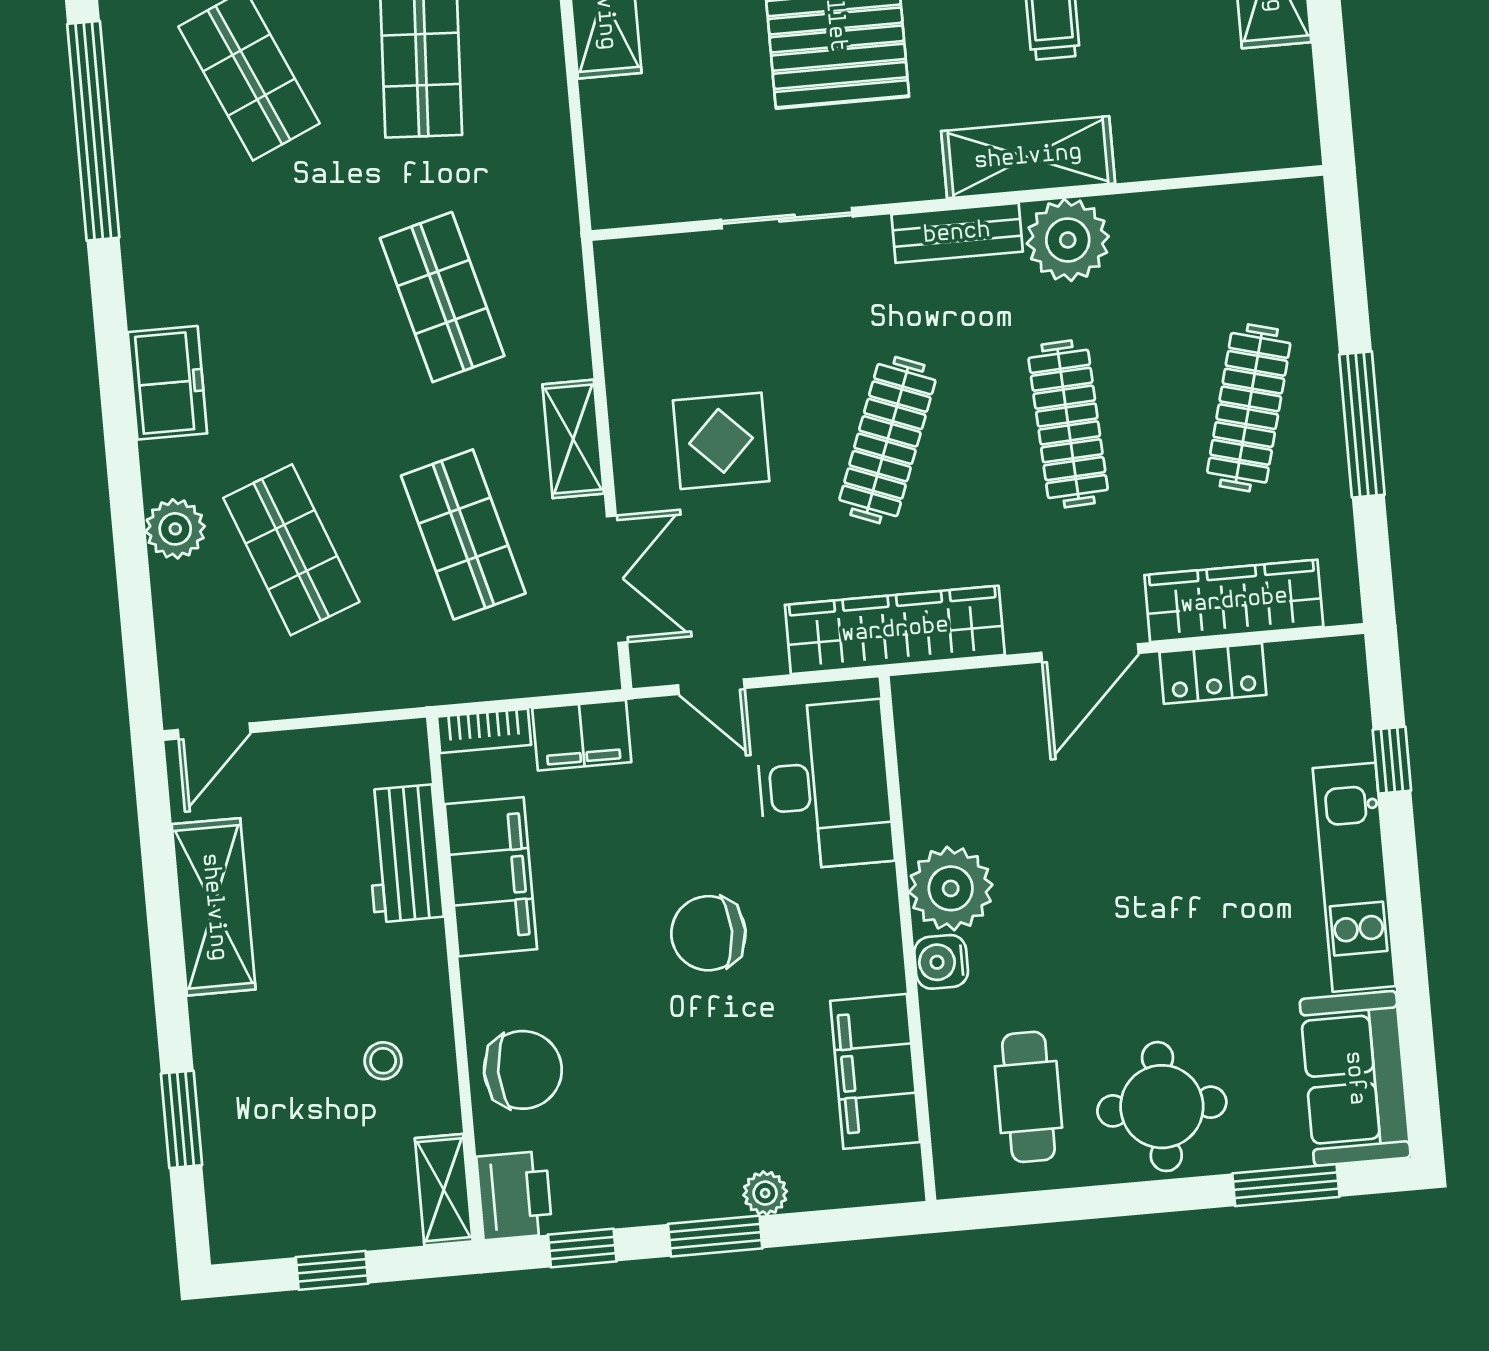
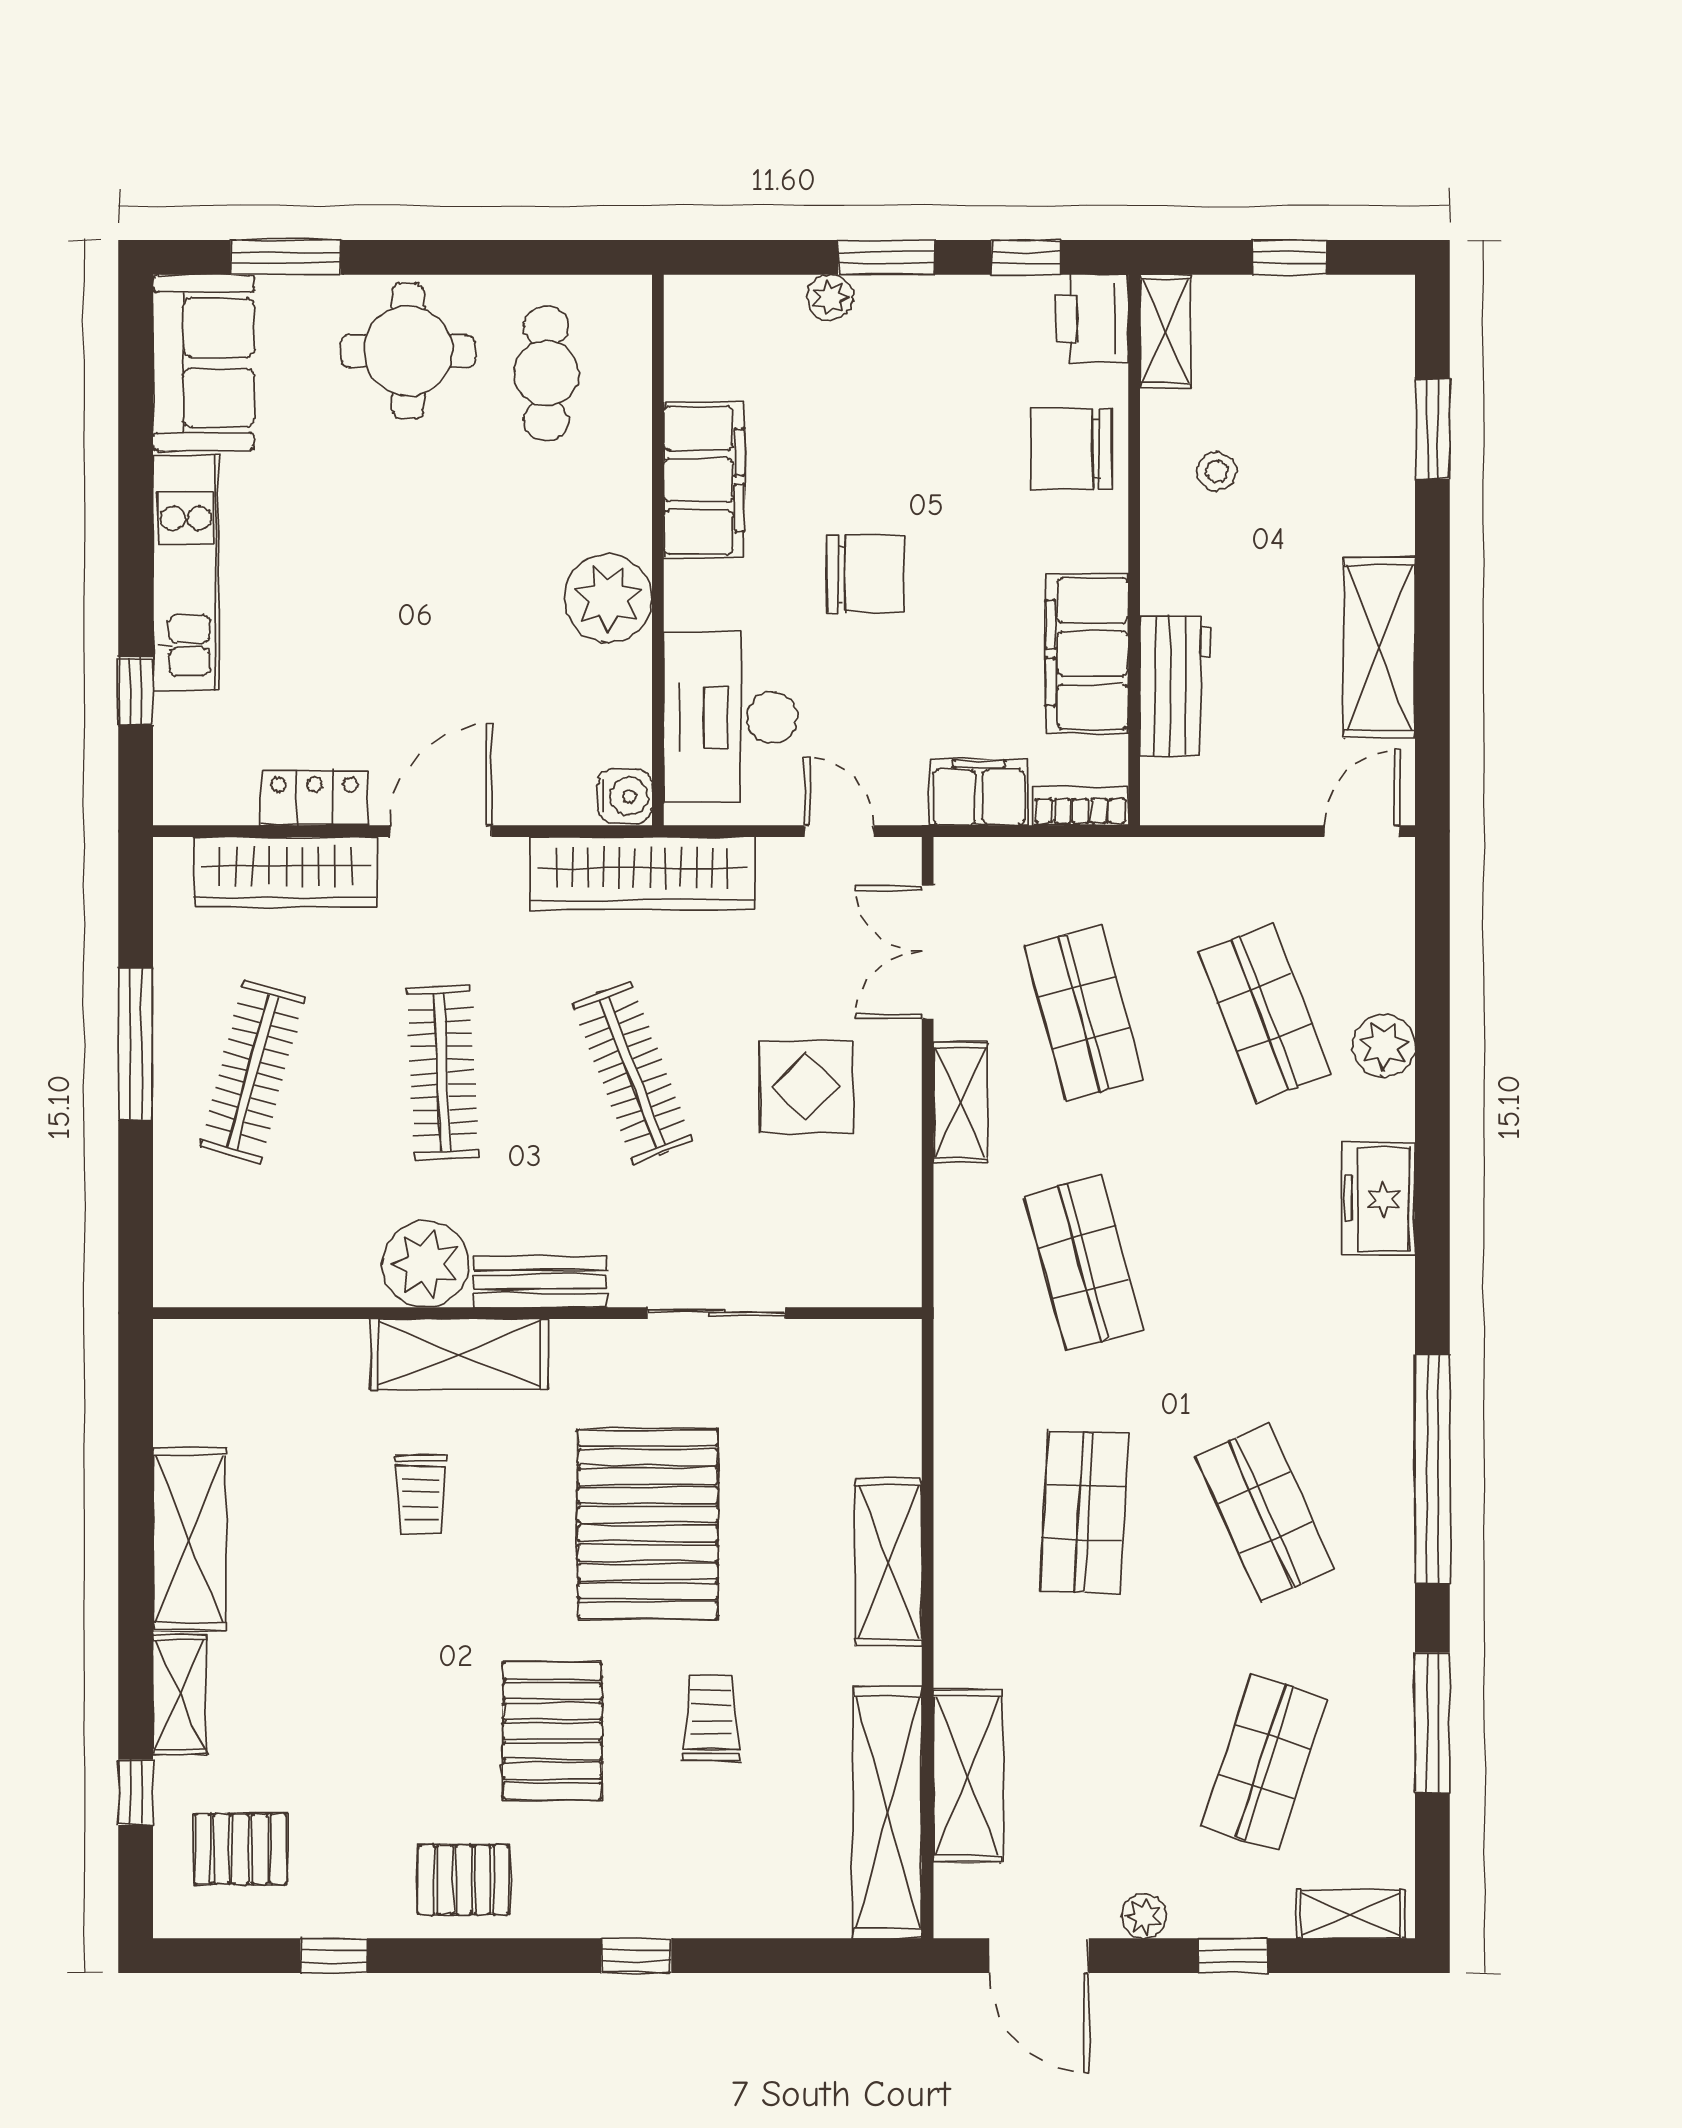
clothes rail: (887, 440) -> (632, 1072), turned -42
water cooler: (941, 962) -> (625, 796), moved
filing cabinet: (875, 1071) -> (704, 480), moved

